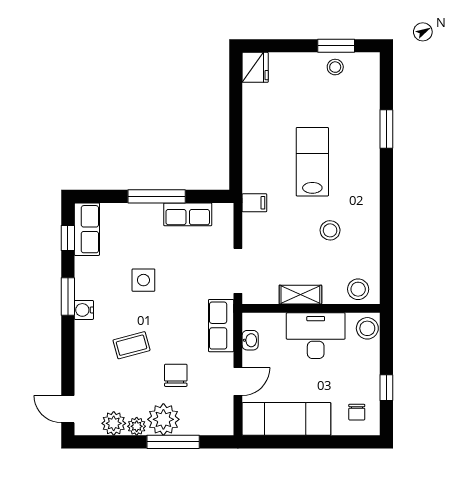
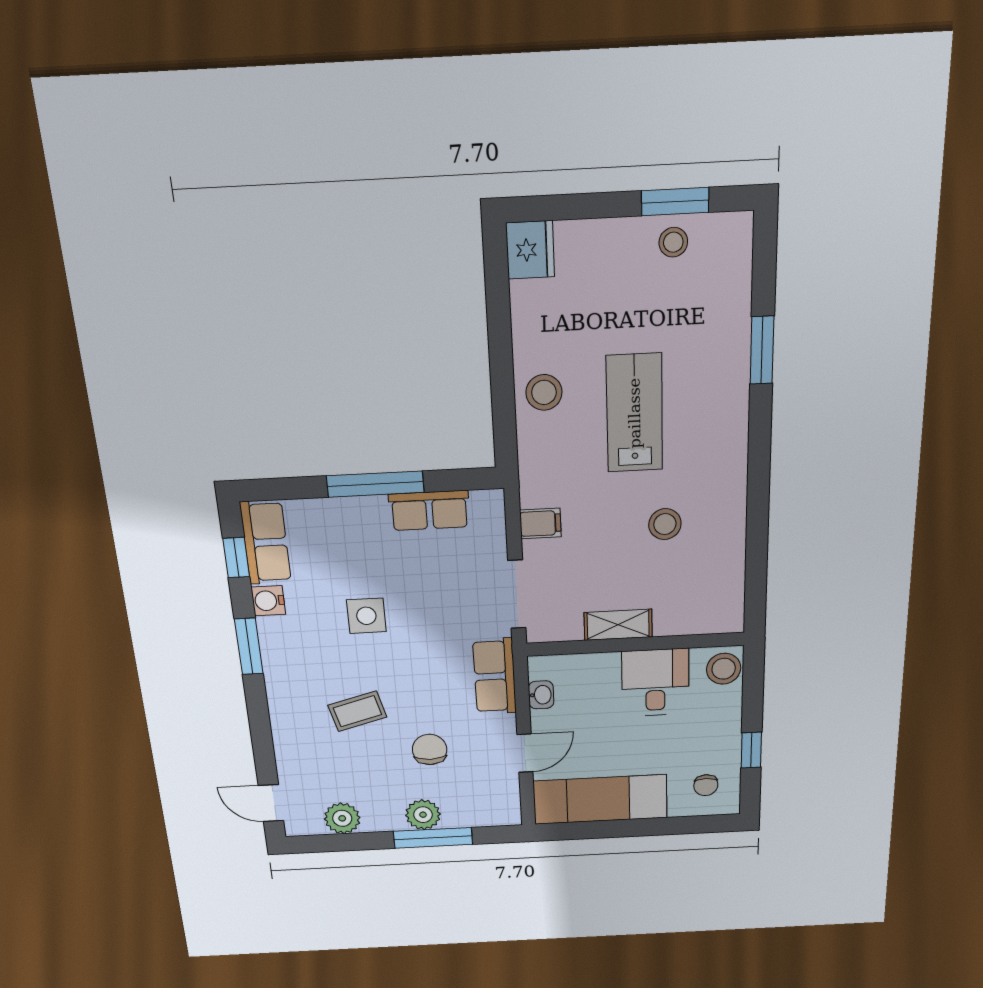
filing cabinet: (254, 203) -> (540, 523), moved
stool: (358, 289) -> (544, 392), moved
water cooler: (84, 310) -> (268, 601), moved
desk: (316, 336) -> (655, 683), width x0.73
plant: (163, 419) -> (423, 815), width x0.73, depth x0.73
plant: (137, 426) -> (377, 820), removed

